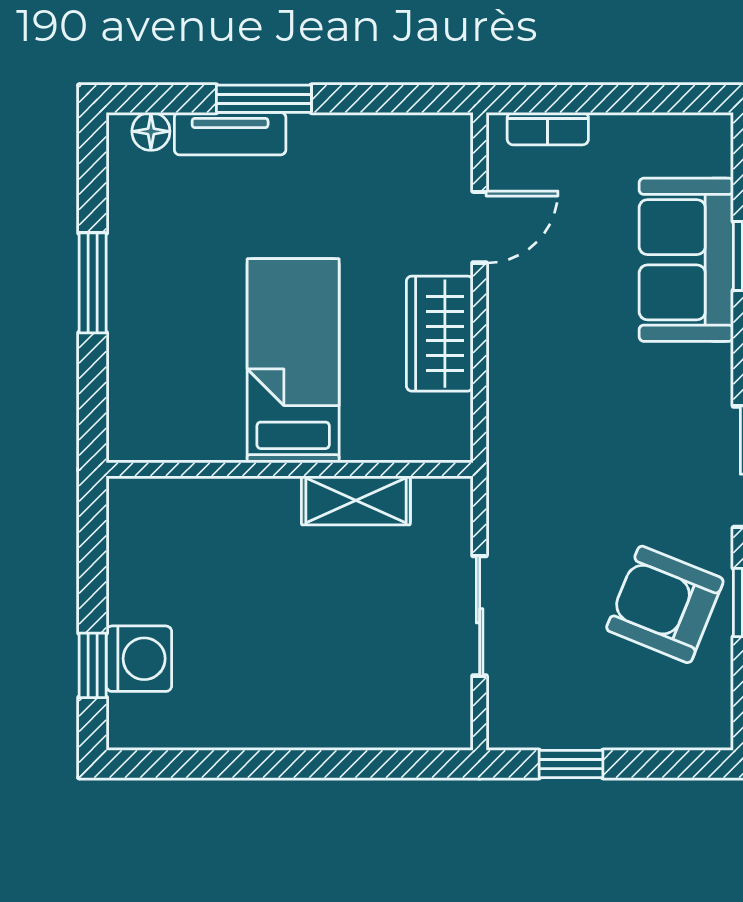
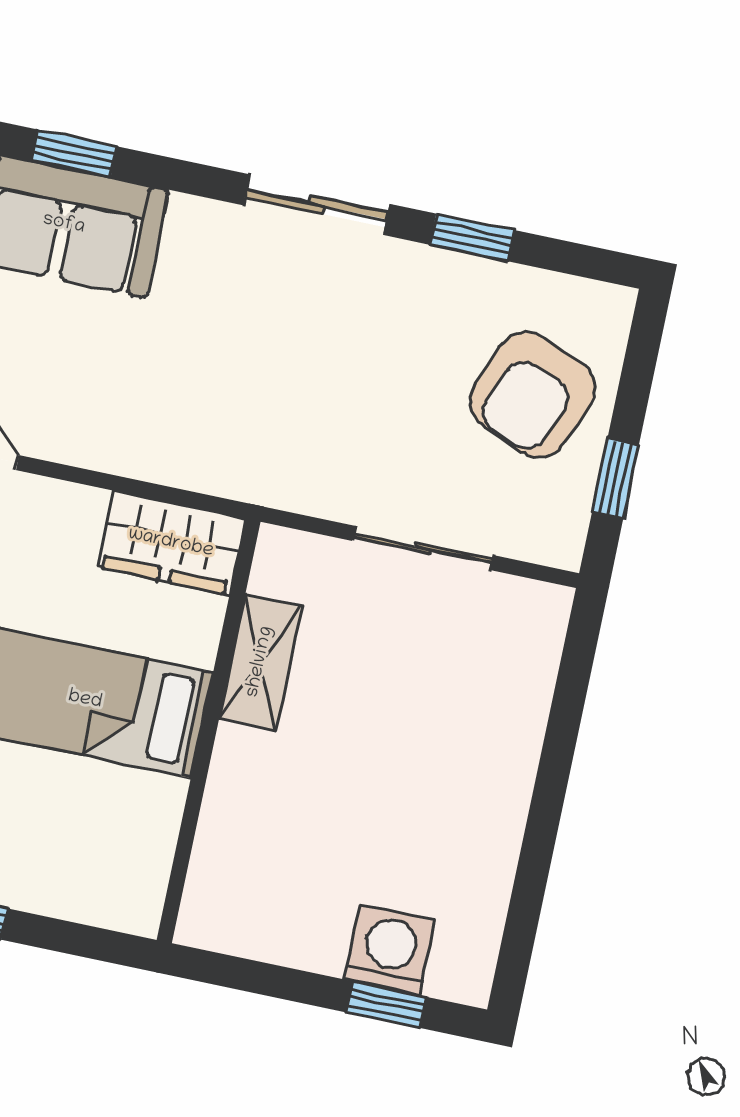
wardrobe: (440, 334) -> (171, 543), moved
armchair: (665, 604) -> (533, 395), moved

